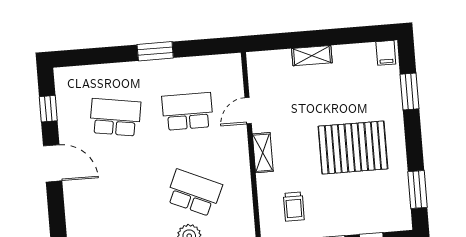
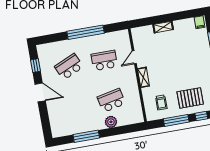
window: (155, 51) -> (86, 32), width x2.11
school desk: (115, 117) -> (69, 67), turned -33
pallet: (353, 148) -> (190, 98), moved, width x0.73, depth x0.71
school desk: (194, 193) -> (111, 100), turned -36

